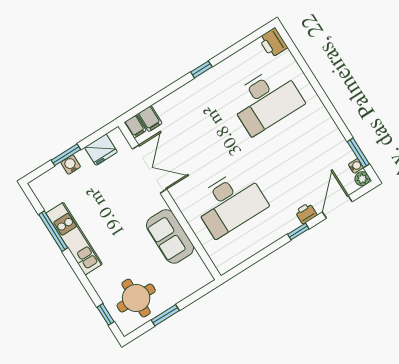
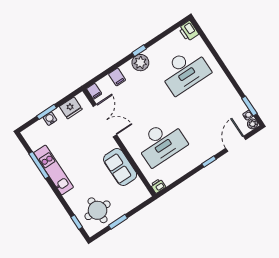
plant: (203, 87) -> (140, 63), added
filing cabinet: (150, 119) -> (117, 77), moved
printer: (306, 213) -> (158, 186), moved

